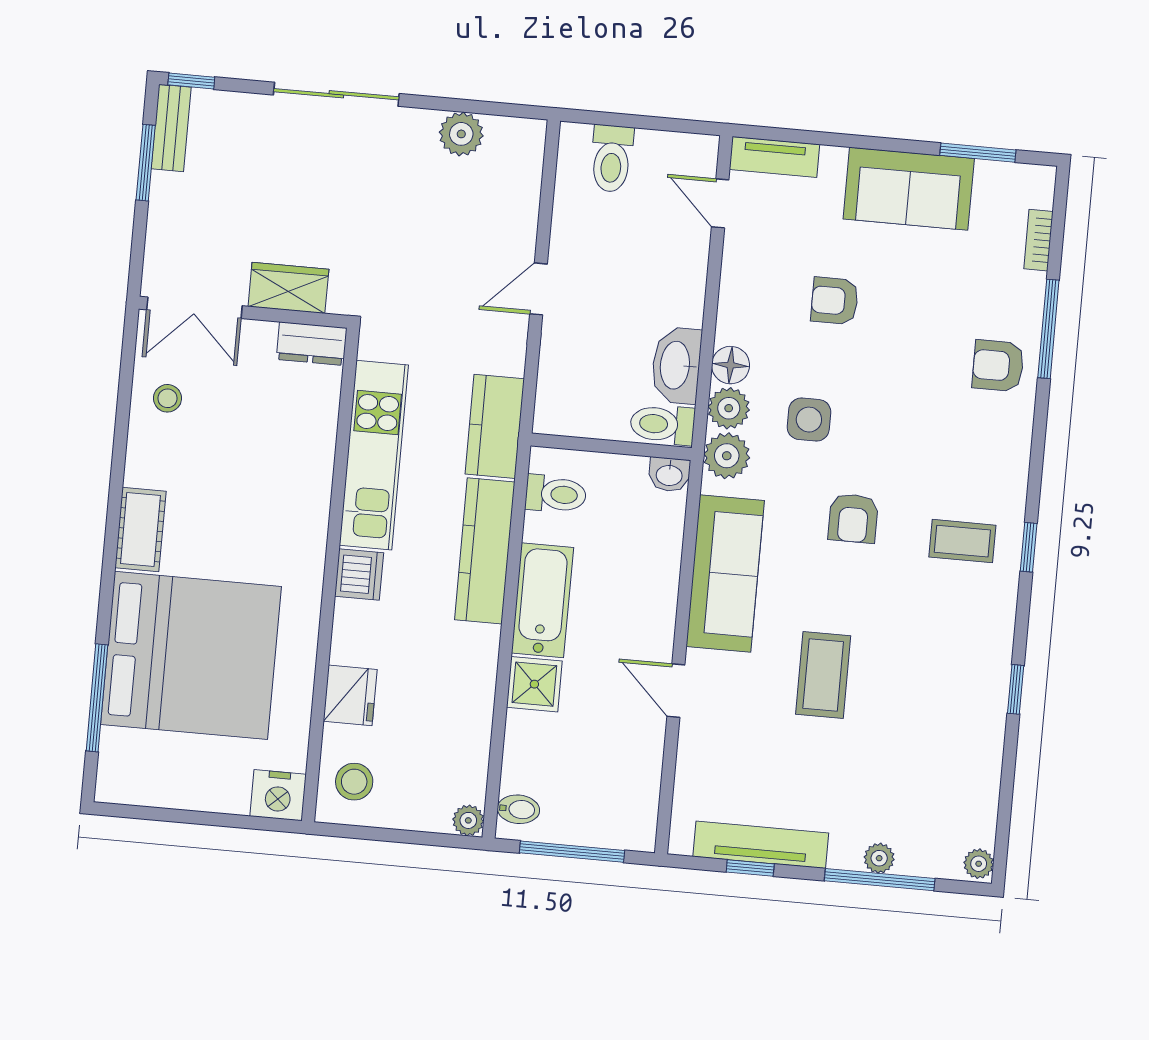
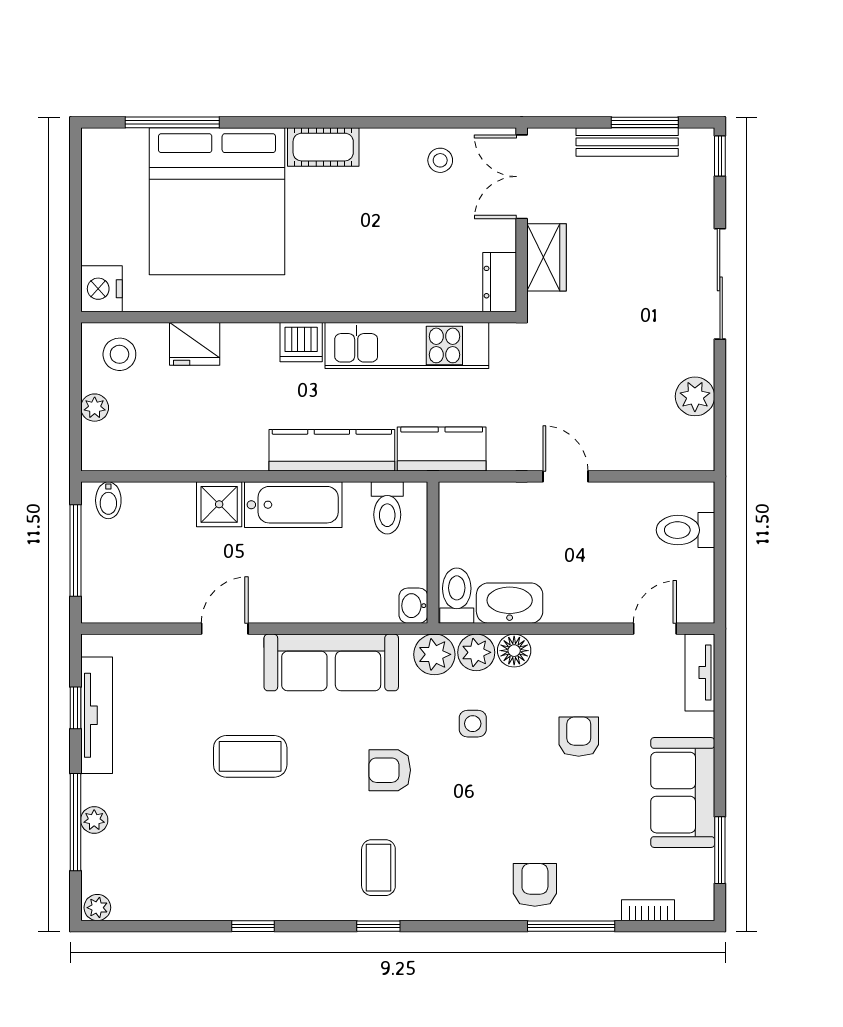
bench: (171, 128) -> (627, 142), moved, width x1.36
side table: (809, 420) -> (473, 724), width x0.73, depth x0.73
plant: (468, 820) -> (95, 408), moved

